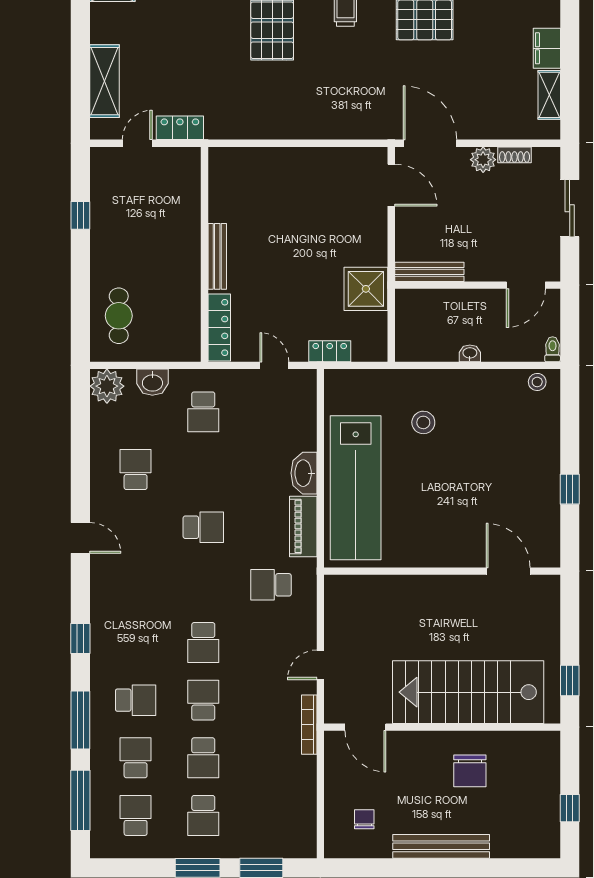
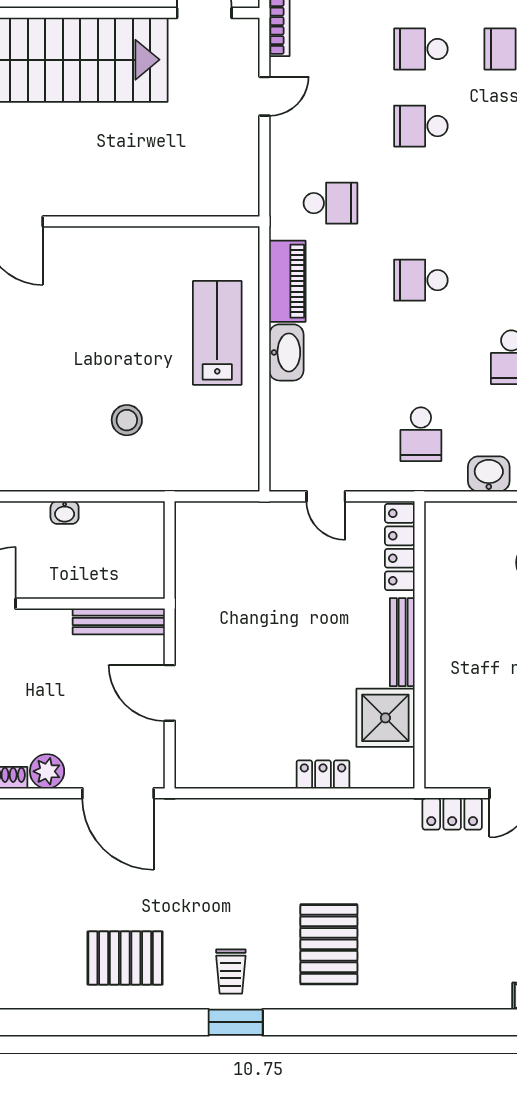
door: (391, 185) -> (170, 693), moved
shower: (366, 289) -> (385, 718), moved
locker: (330, 351) -> (323, 774), moved, turned 180
school desk: (203, 412) -> (421, 434), turned 180
lab bench: (356, 488) -> (217, 333), width x0.54, depth x0.72
school desk: (203, 642) -> (421, 126), turned -90
school desk: (203, 700) -> (421, 49), turned 90

